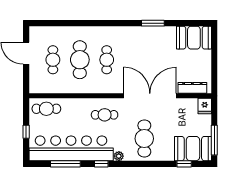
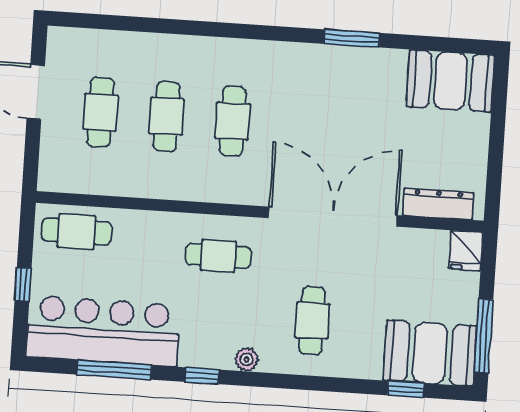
cafe table: (80, 60) -> (167, 117), width x0.73, depth x0.74
cafe table: (144, 139) -> (312, 321), width x0.73, depth x0.74
bar counter: (71, 148) -> (103, 331), width x0.73

